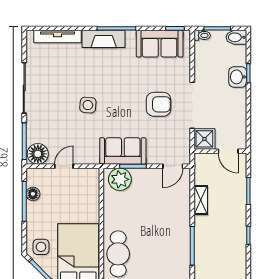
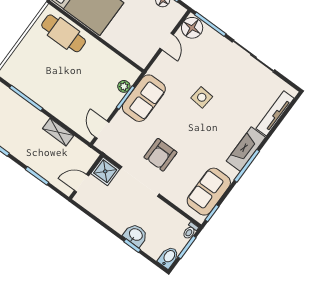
plant: (120, 179) -> (124, 86), width x0.53, depth x0.53

